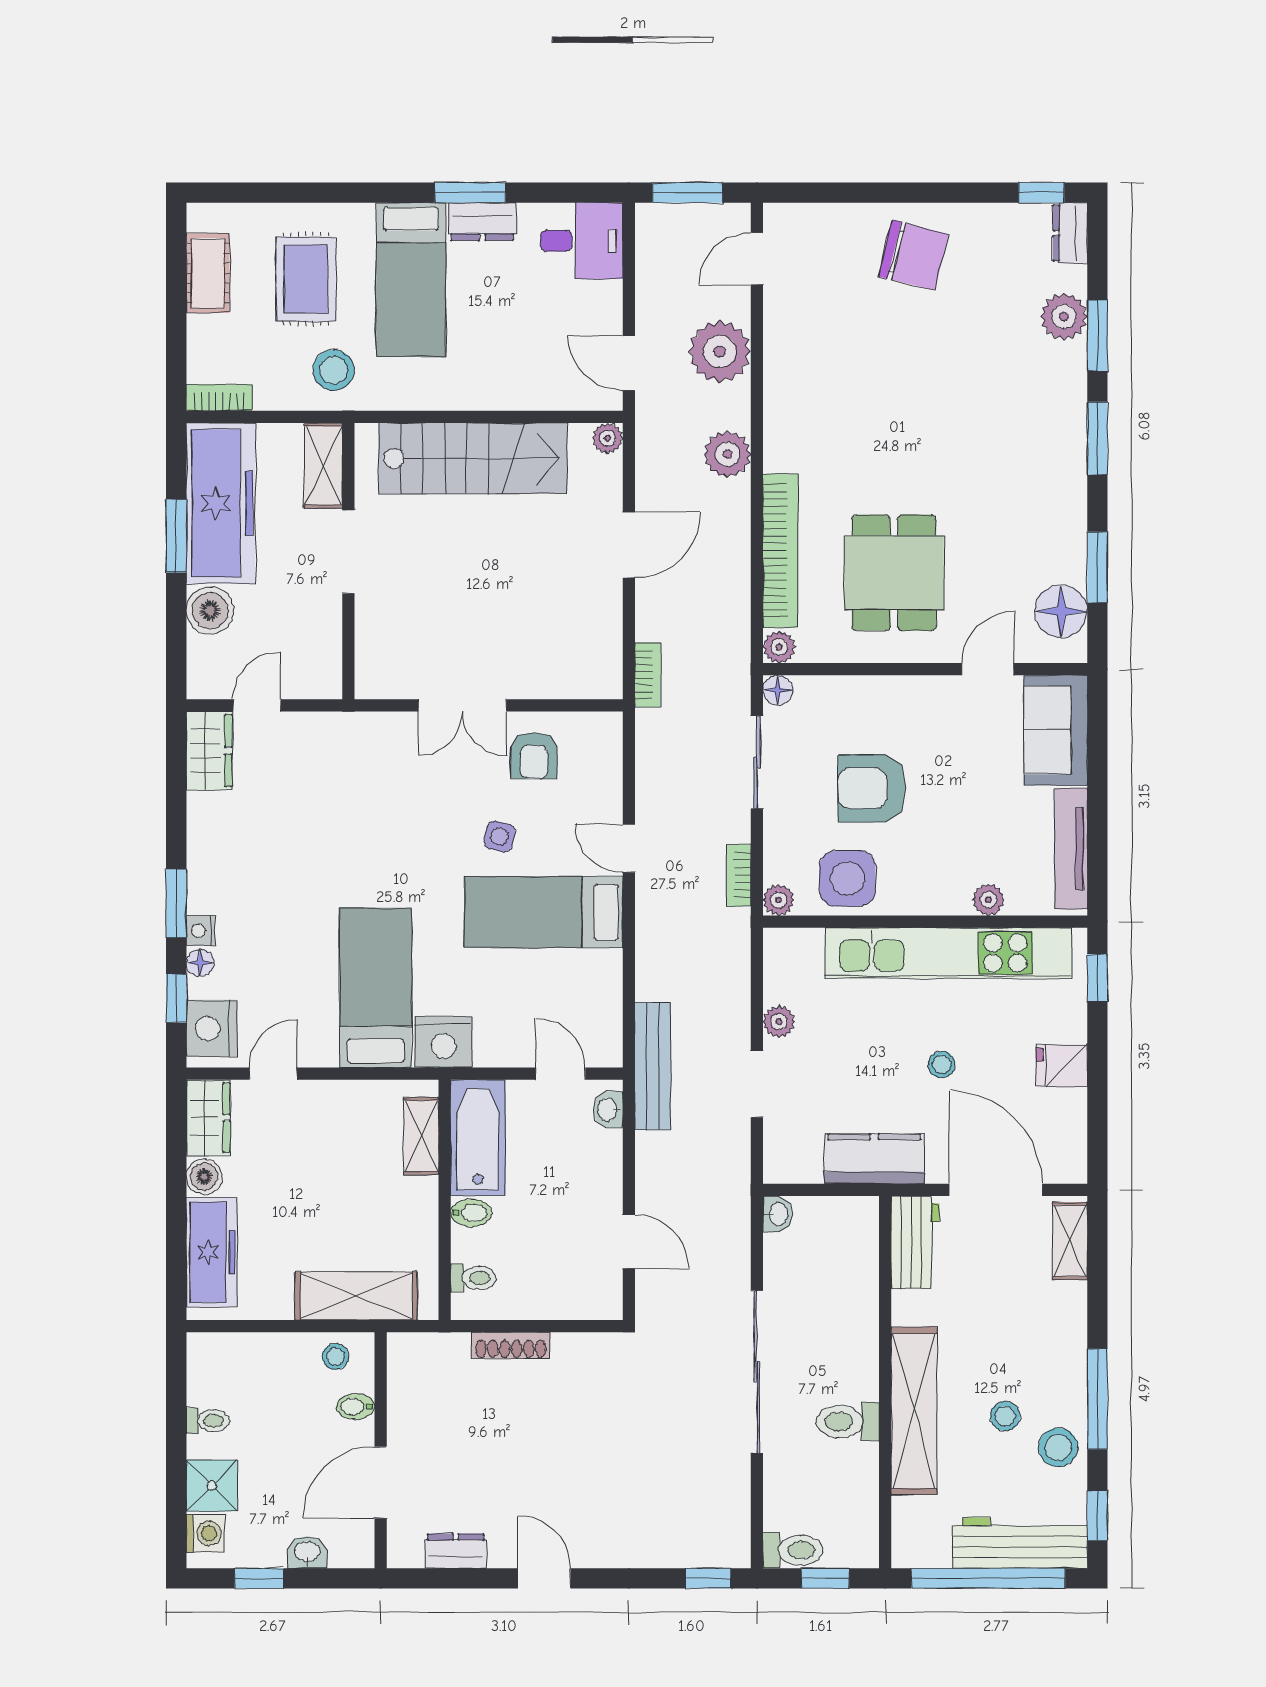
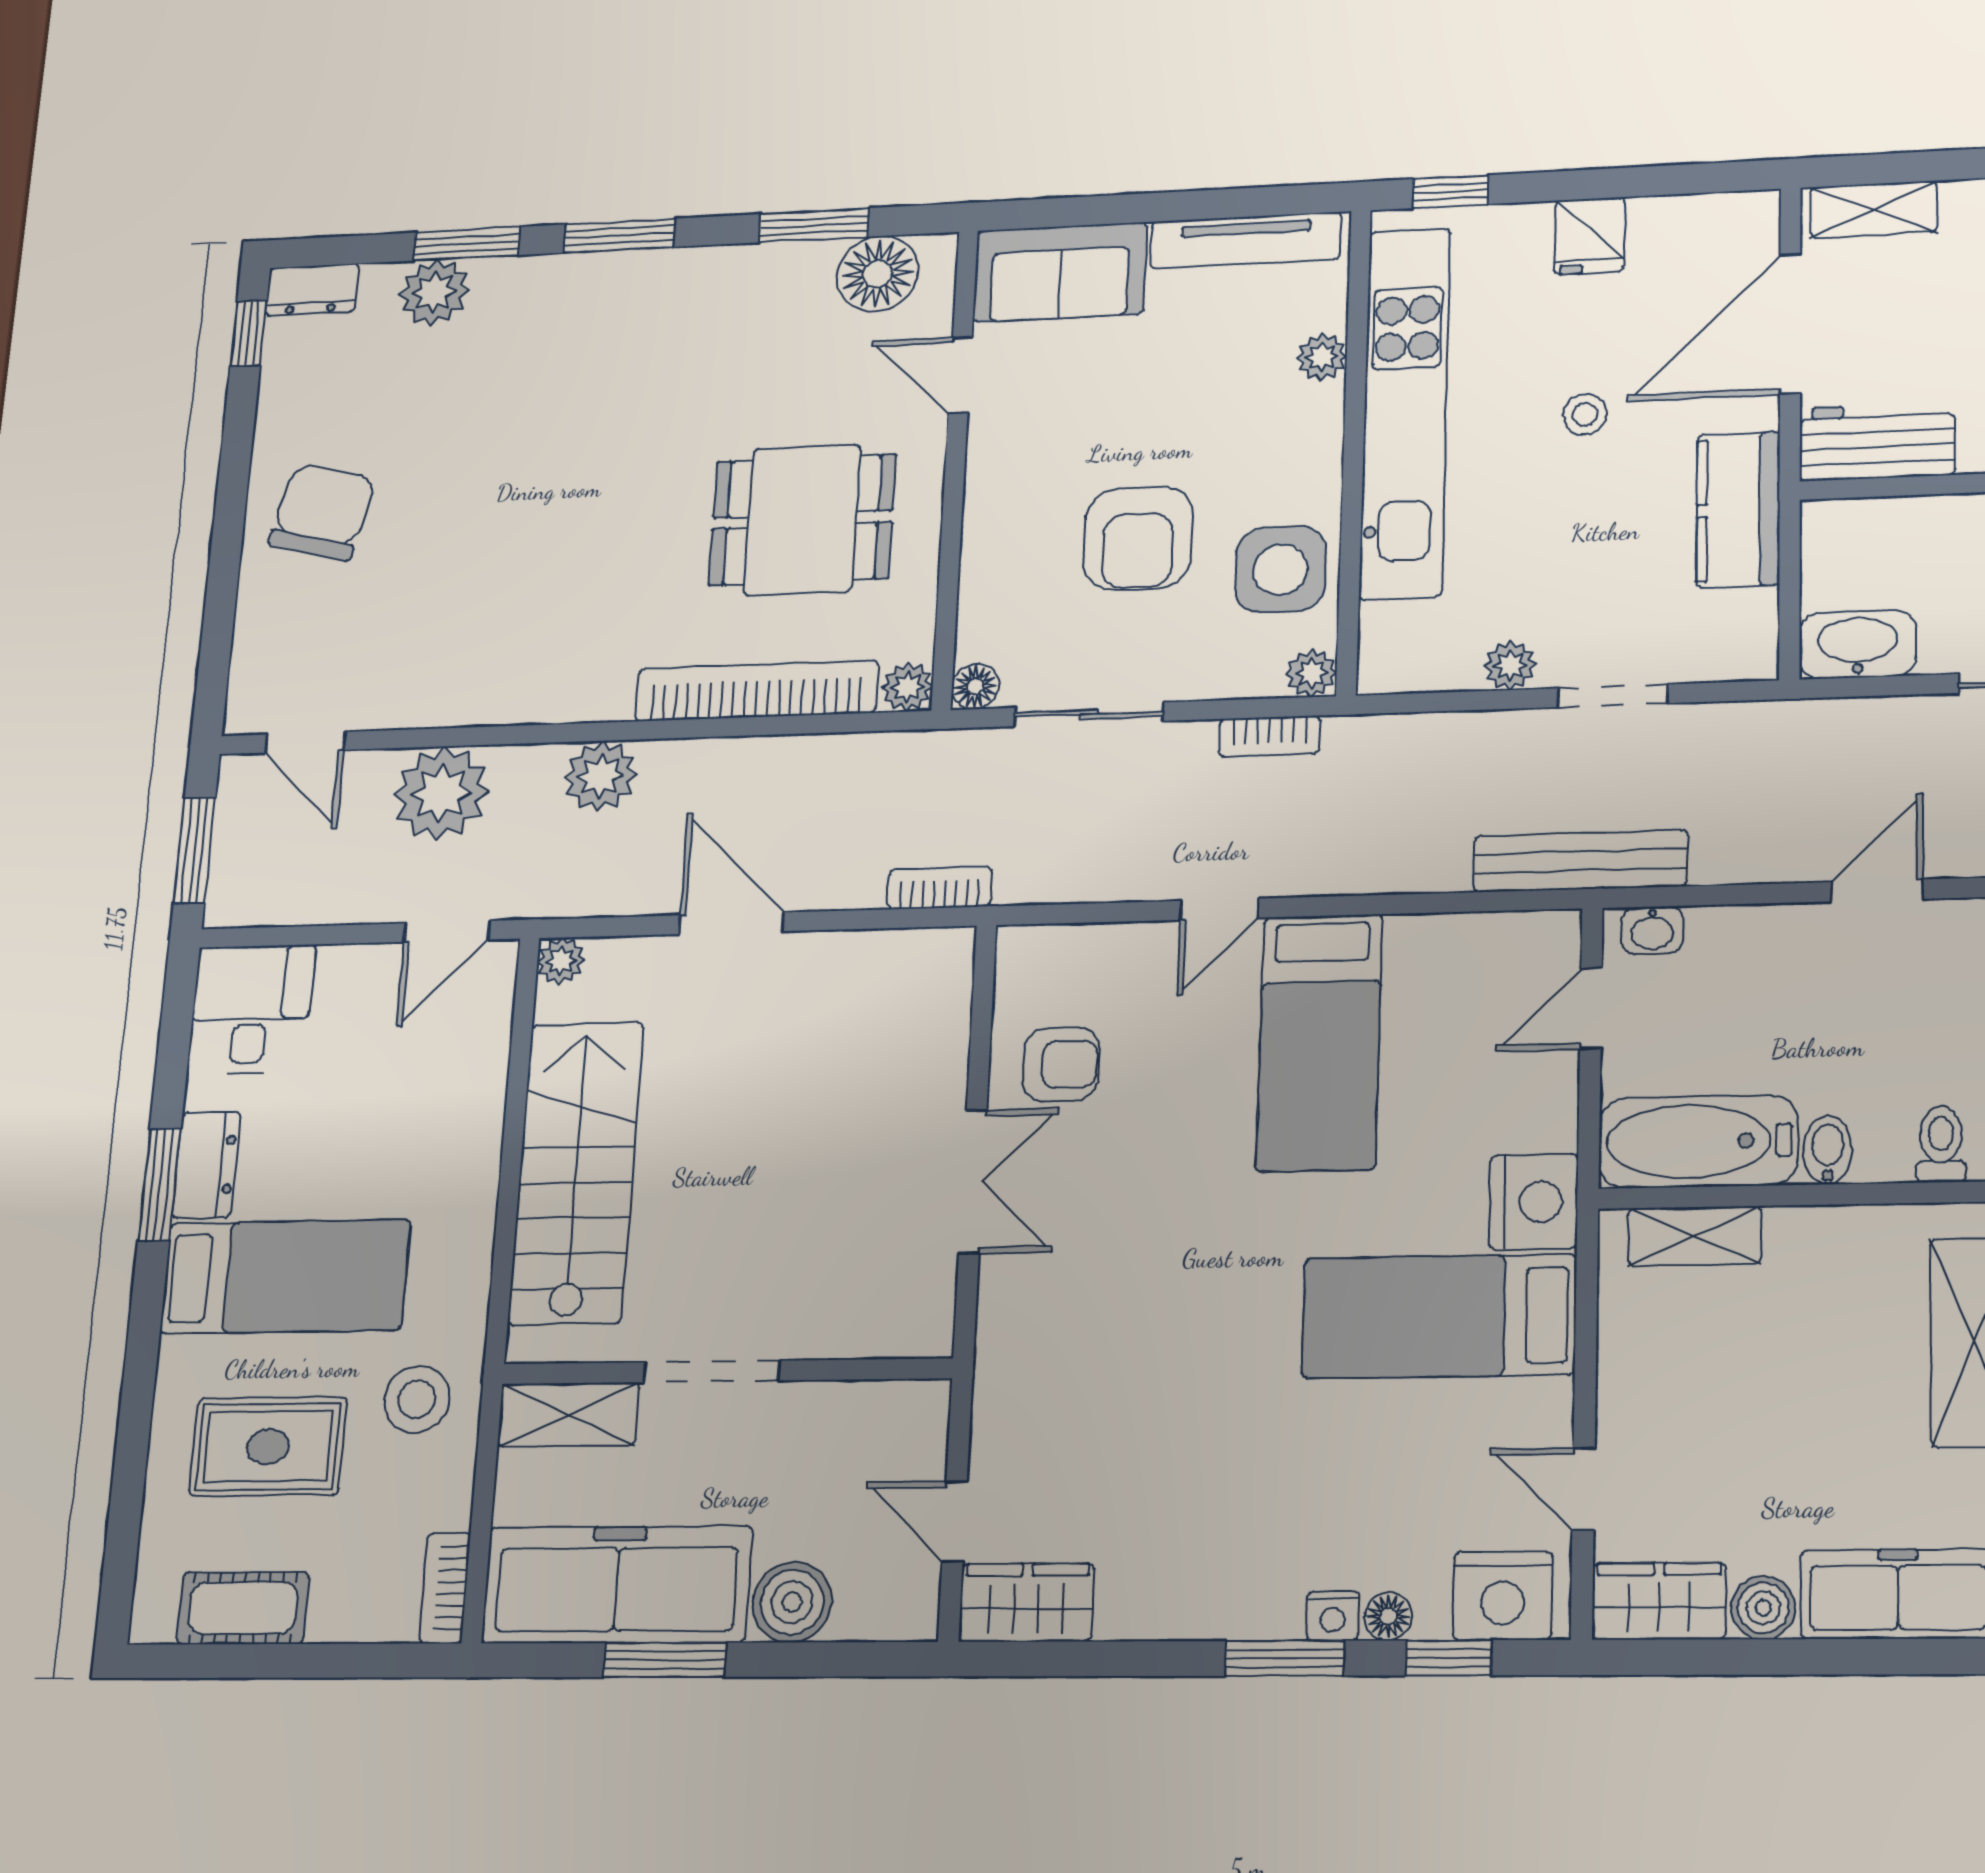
side table: (500, 836) -> (1191, 1117), removed
washbasin: (778, 1214) -> (1858, 644), width x1.91, depth x1.45

